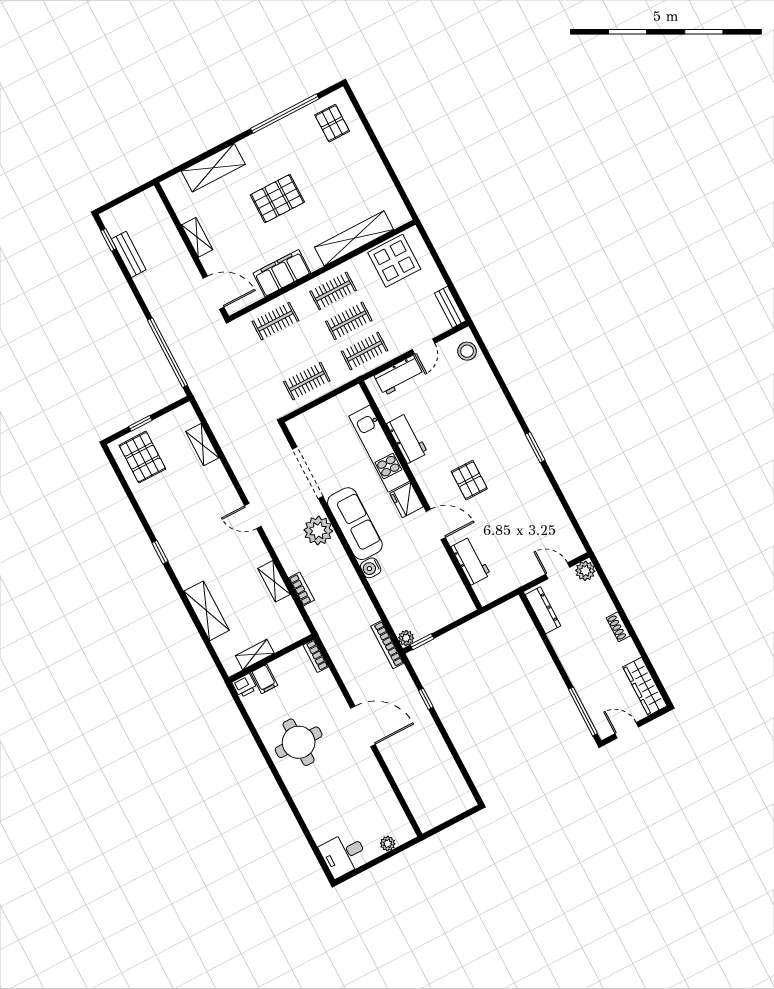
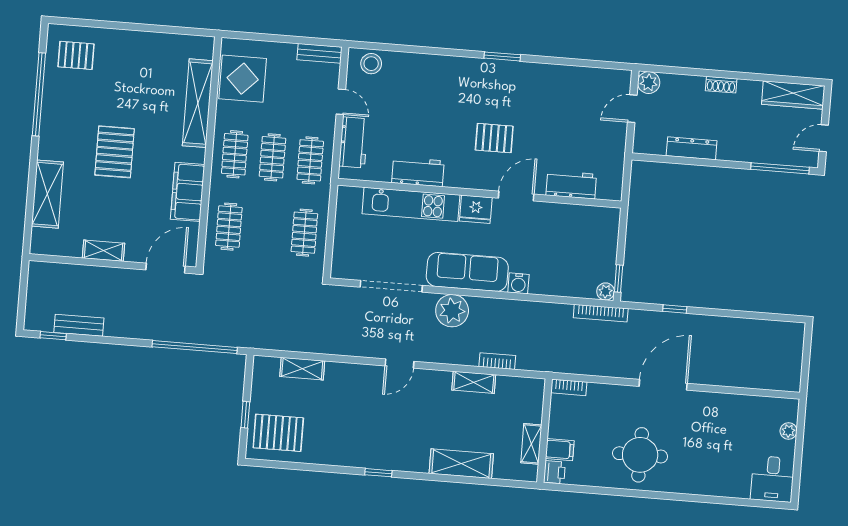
dresser: (543, 610) -> (692, 148), moved

